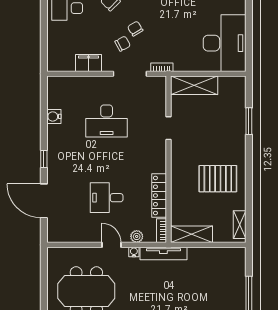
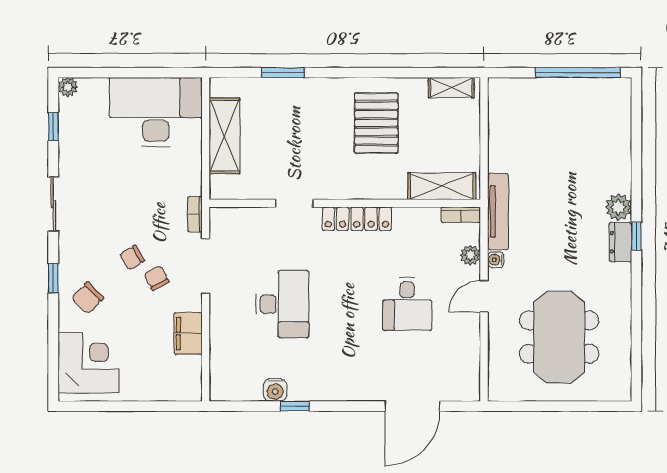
shelving: (194, 85) -> (224, 136), moved
window: (44, 159) -> (295, 406), moved
locker: (159, 195) -> (357, 219), moved
shelving: (192, 234) -> (442, 186), moved, turned 90

